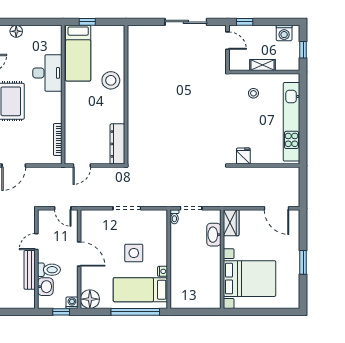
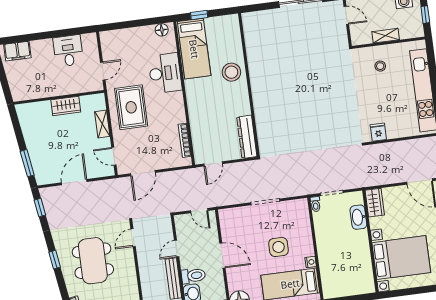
floor lamp: (16, 31) -> (162, 30), moved

